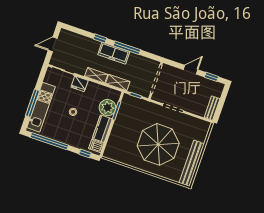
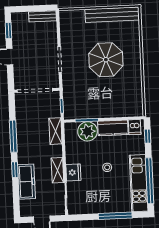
freezer: (114, 53) -> (26, 182), moved
shelving: (96, 75) -> (57, 170), moved
kitchen unit: (41, 107) -> (139, 183), moved, turned -90
parasol: (158, 144) -> (106, 60), width x0.73, depth x0.73

